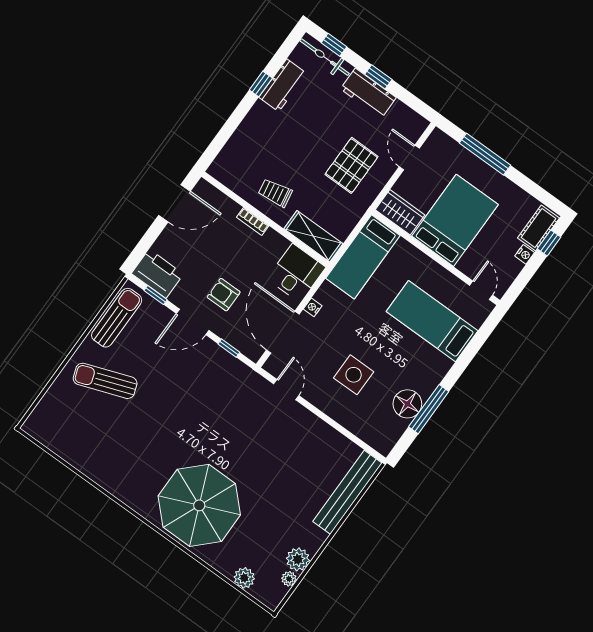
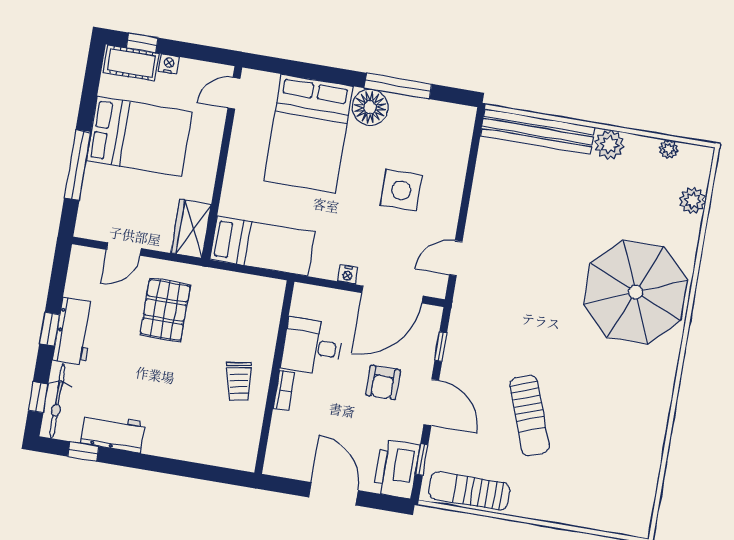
window: (261, 84) -> (83, 452), moved
pallet: (352, 165) -> (165, 310), turned 90
door: (175, 203) -> (333, 494), moved
bed: (455, 220) -> (139, 136), moved, turned 180
shelving: (313, 236) -> (267, 313), removed
desk: (296, 273) -> (312, 347), moved
bed: (432, 321) -> (308, 133), width x1.50
sun lounger: (105, 381) -> (530, 415), moved
floor lamp: (407, 404) -> (370, 107), moved
plant: (298, 559) -> (609, 145), moved

